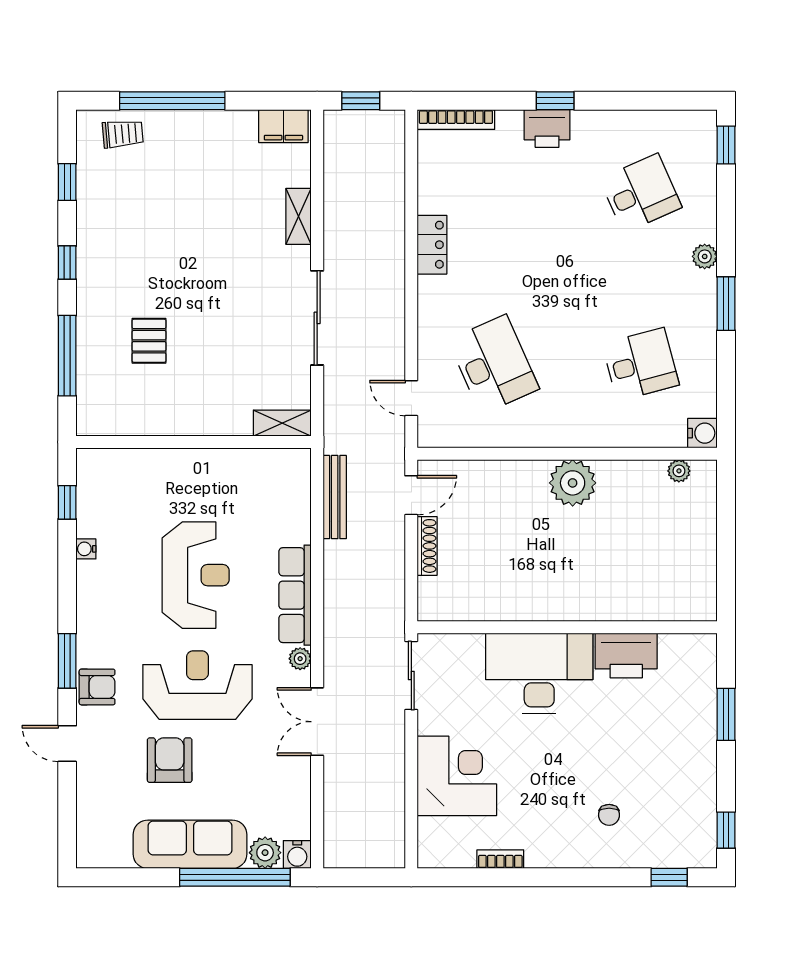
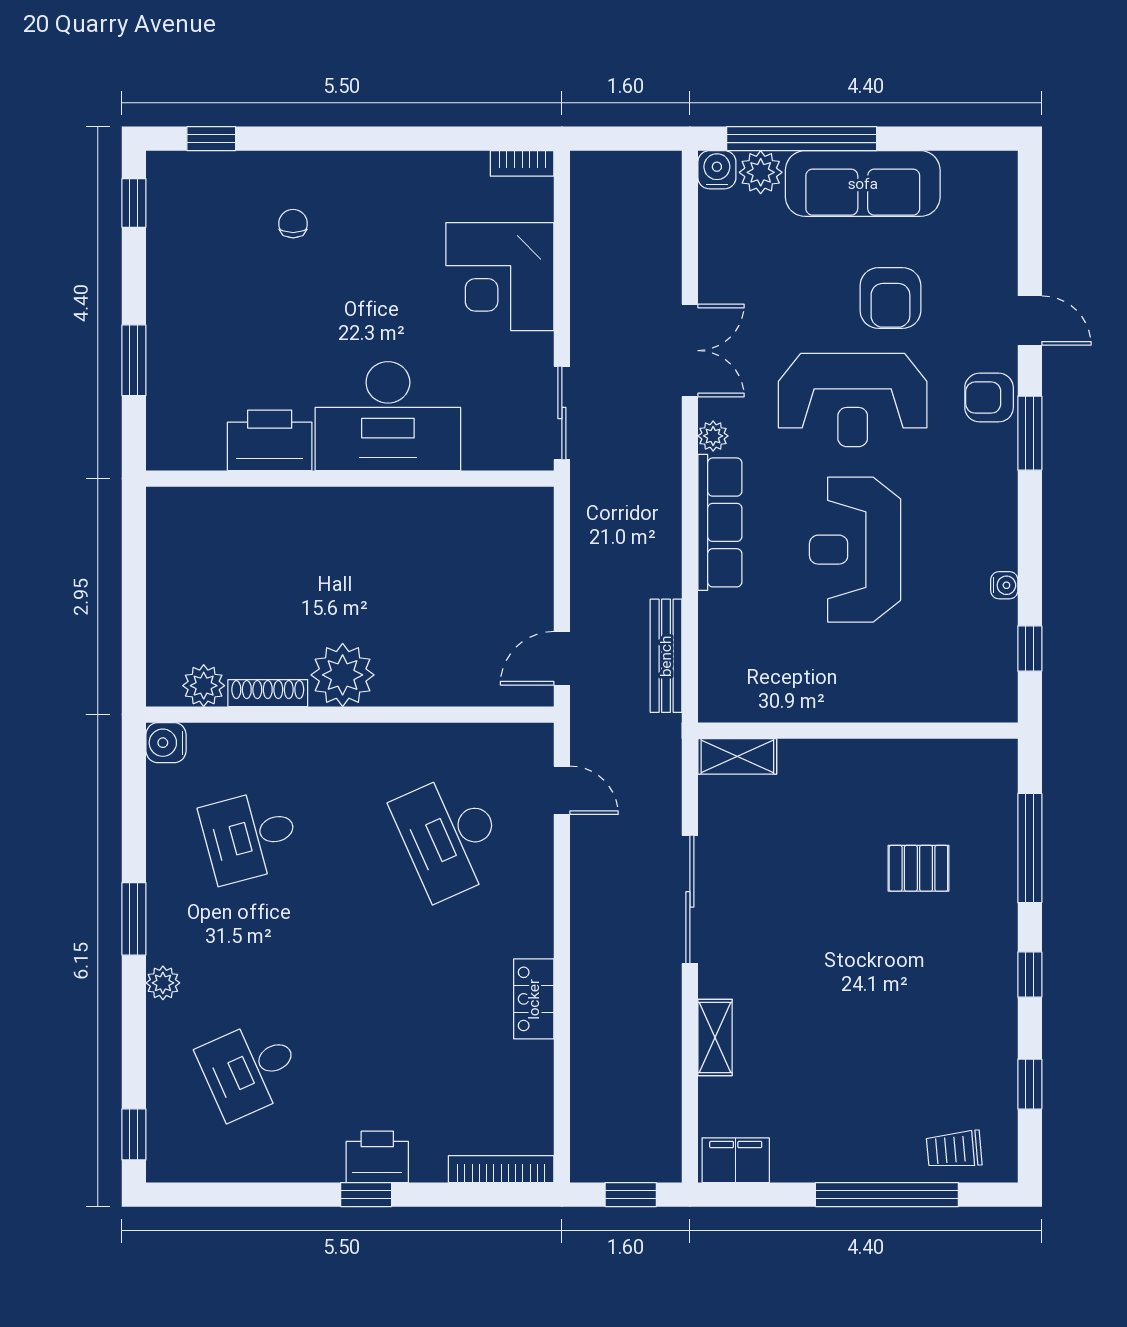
pallet: (149, 341) -> (918, 868), turned 90
plant: (679, 471) -> (204, 686), width x1.38, depth x1.38
shoe rack: (427, 546) -> (268, 693), moved, turned 90
bookcase: (500, 859) -> (522, 163), moved

